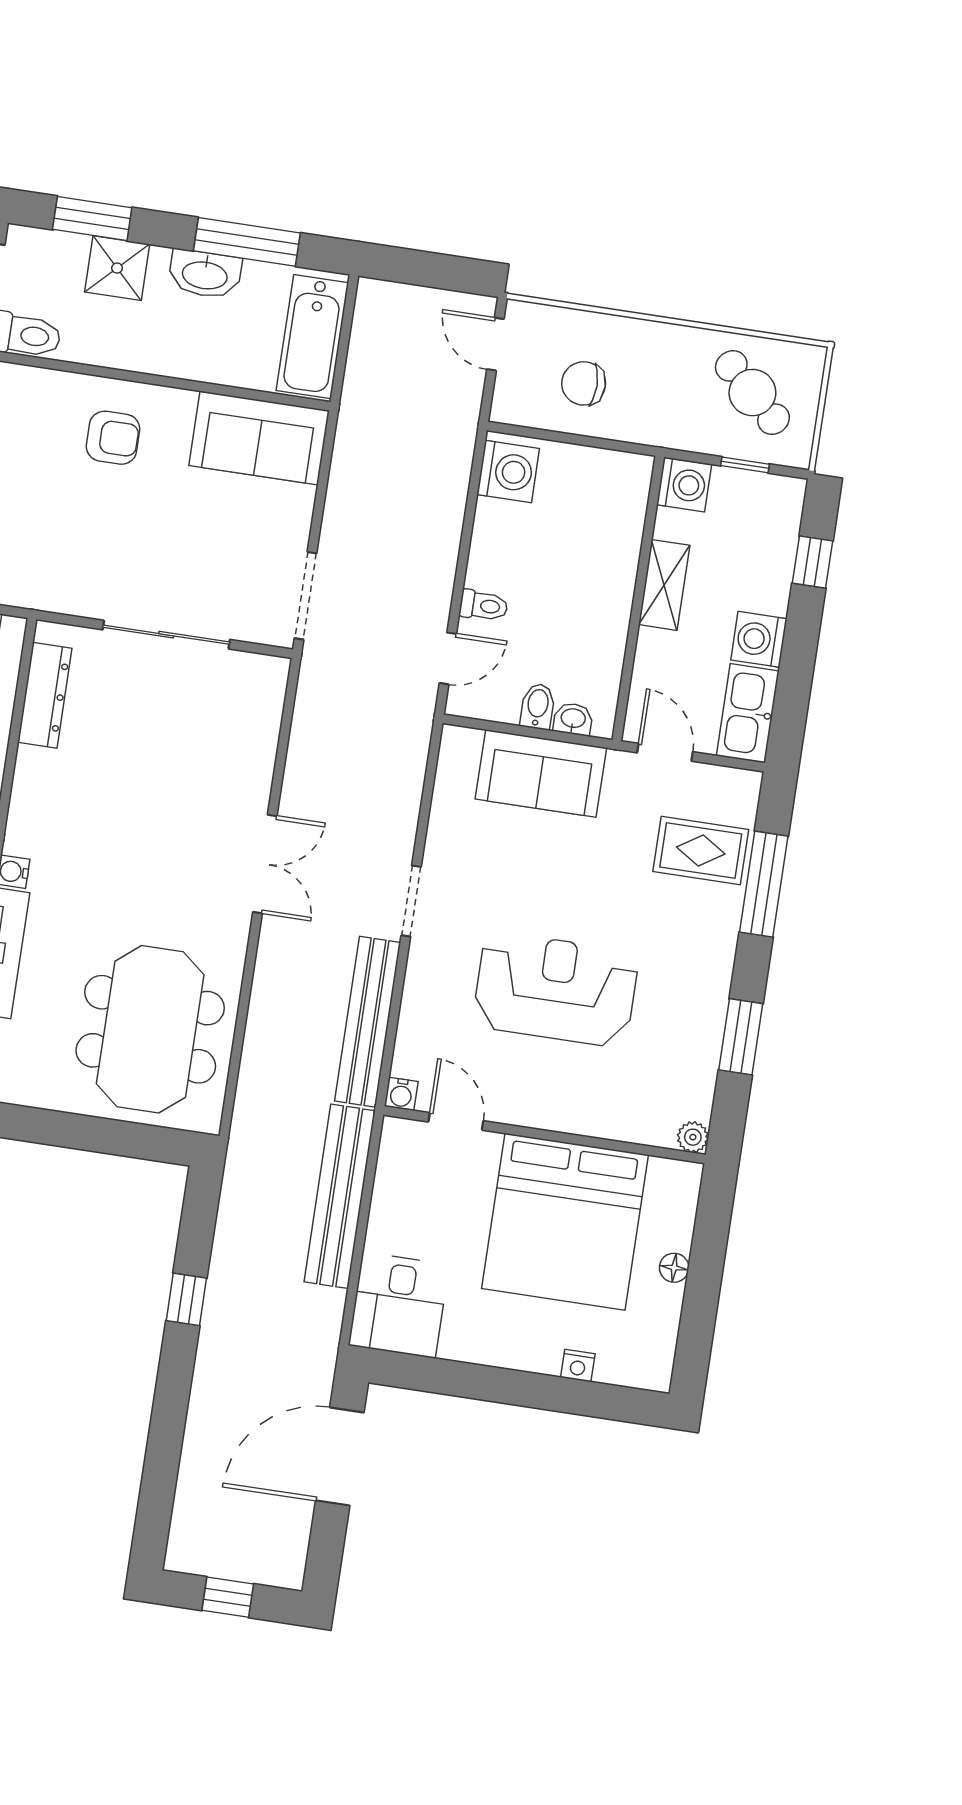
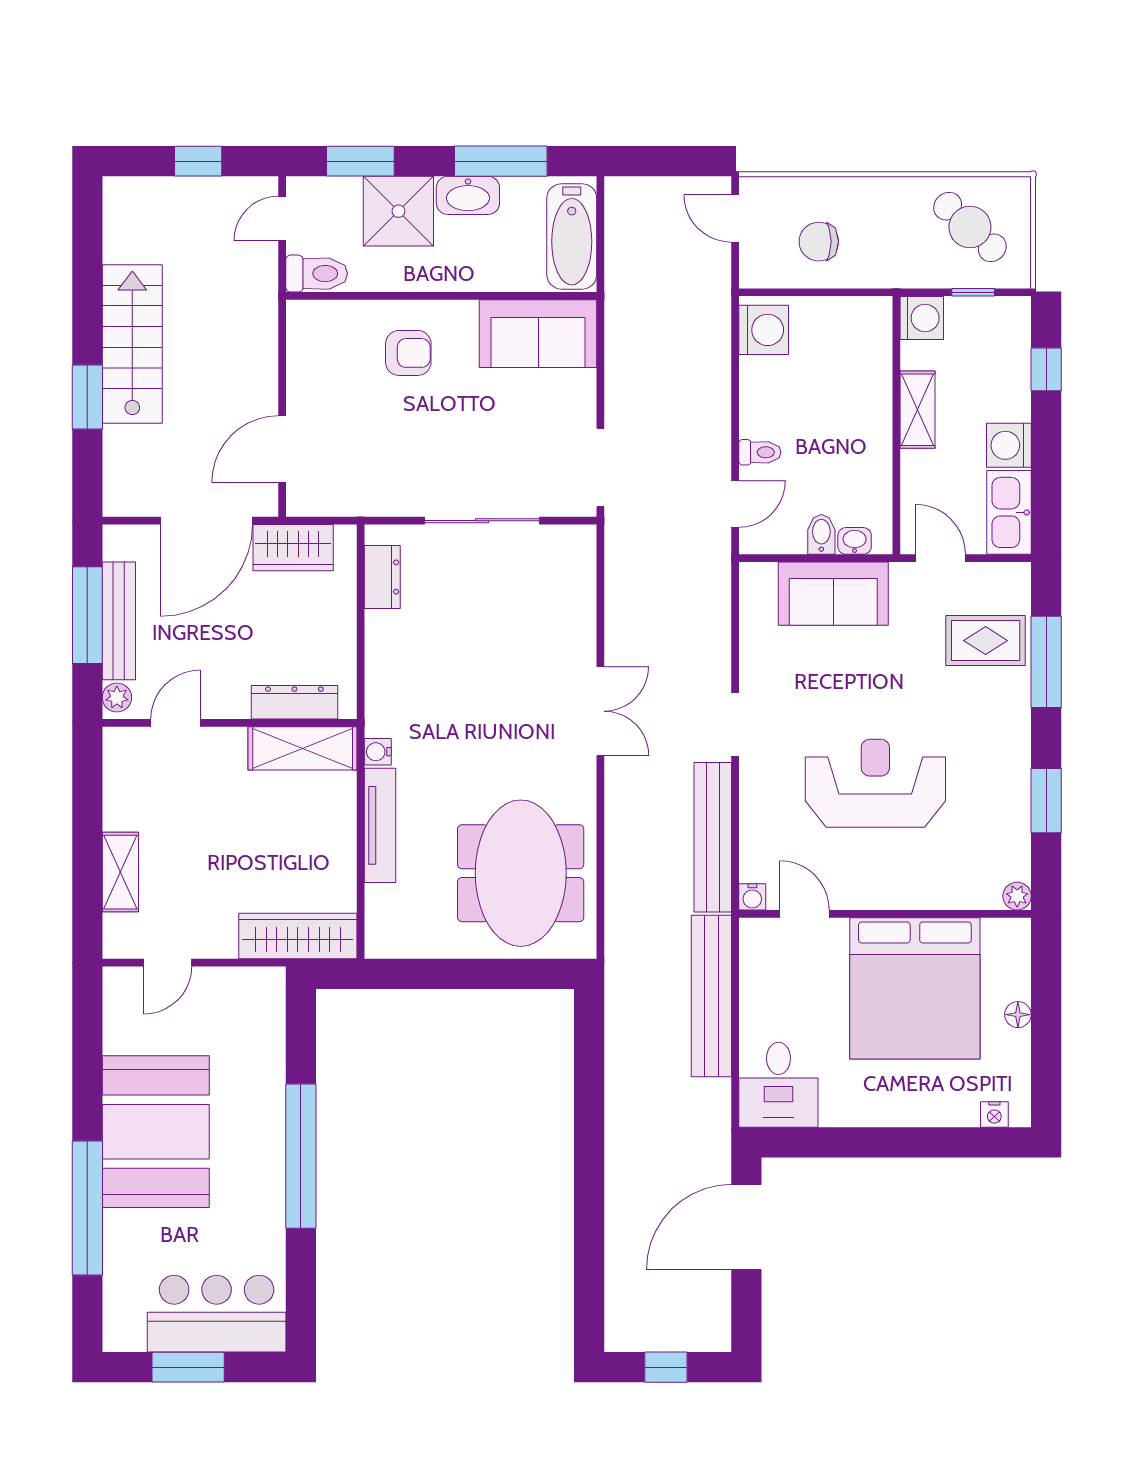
shower: (117, 268) -> (398, 211), width x1.36, depth x1.36
dresser: (45, 695) -> (382, 577), width x0.70
window: (186, 1299) -> (589, 1108), removed
nightstand: (578, 1366) -> (994, 1114), moved

